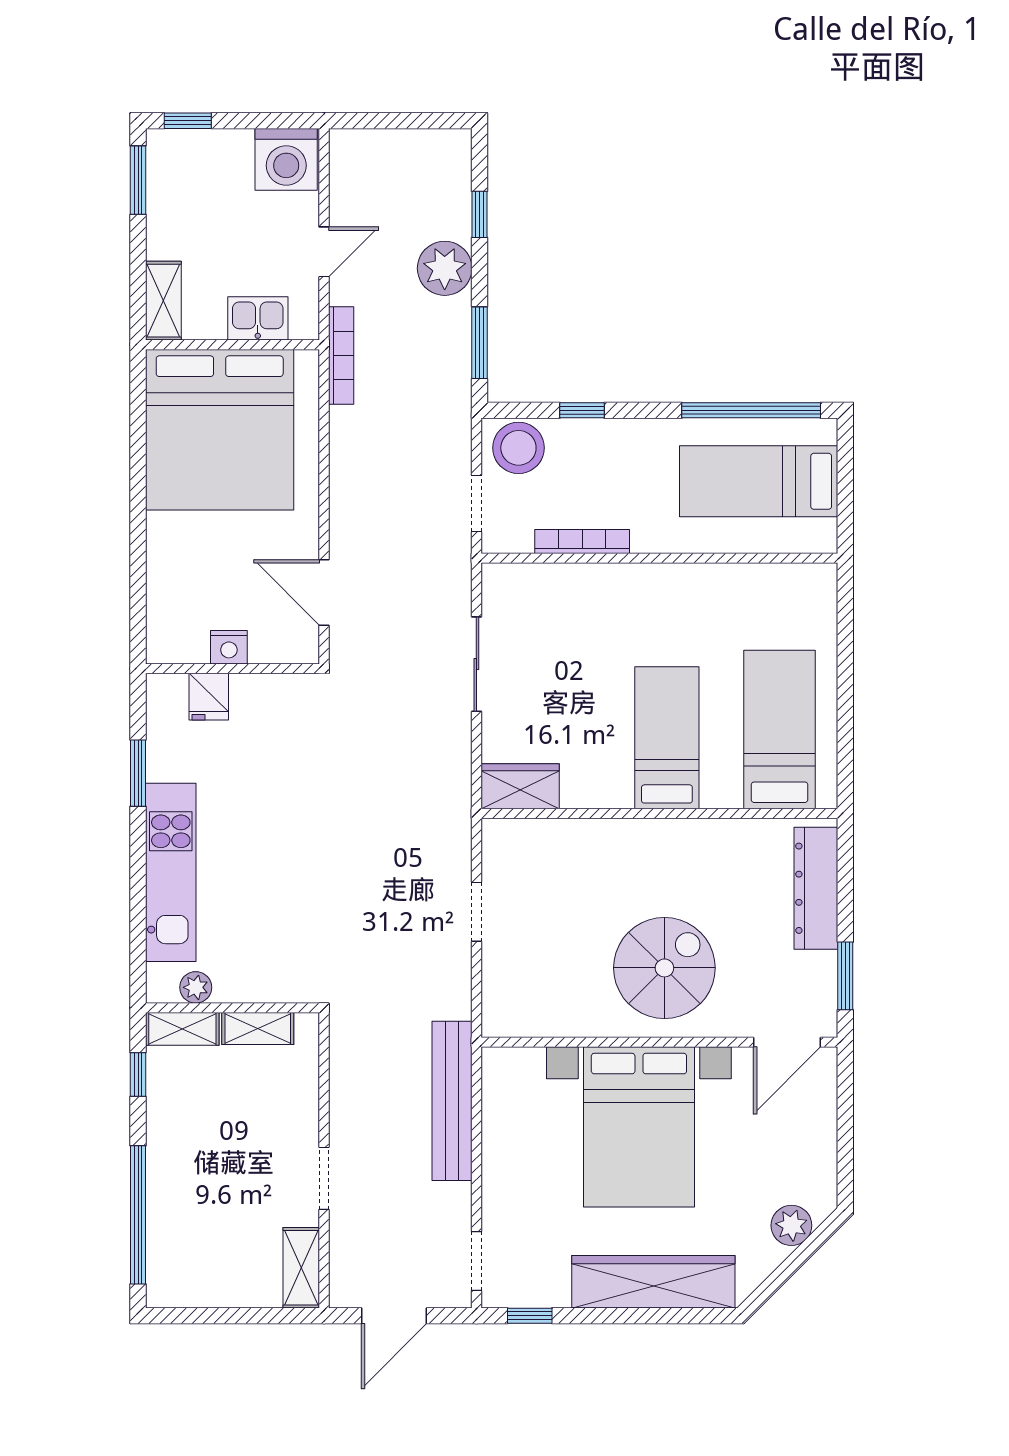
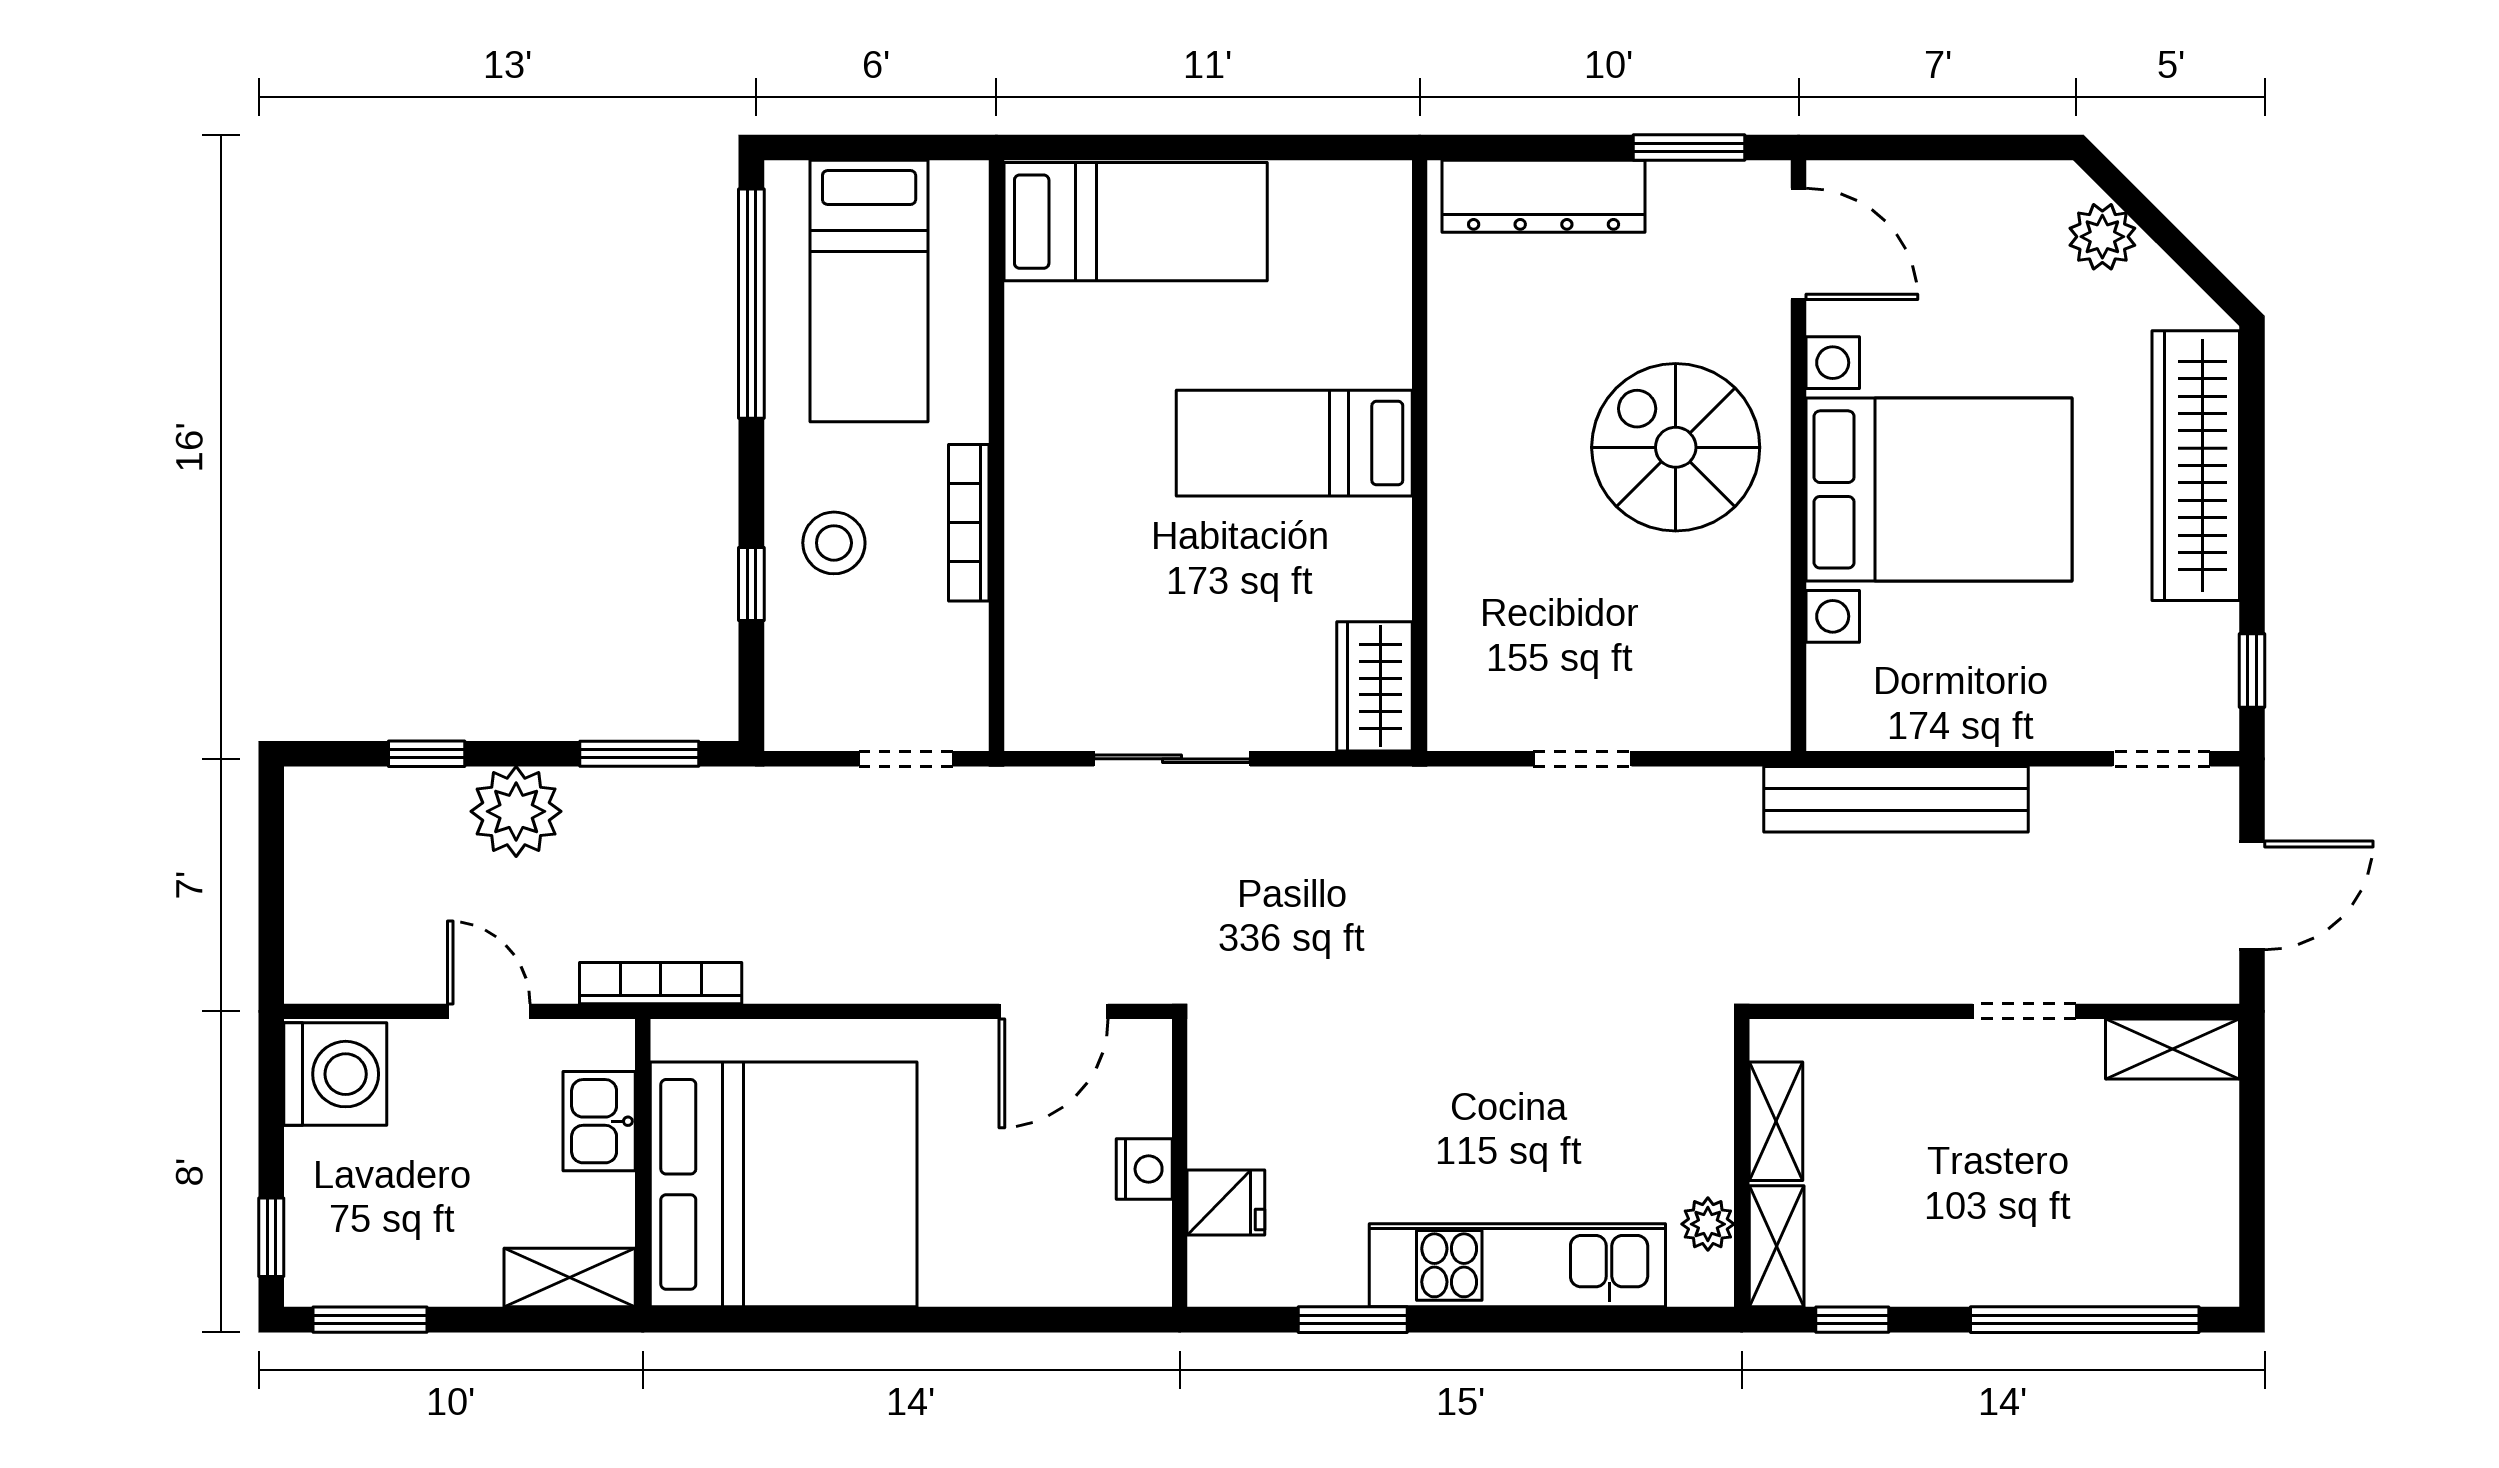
stool: (518, 448) -> (834, 543), moved, width x0.73, depth x0.73
bookcase: (582, 541) -> (969, 523), moved
bed: (780, 730) -> (1136, 222), moved, turned 180
door: (394, 1316) -> (2252, 895), hinge flipped

